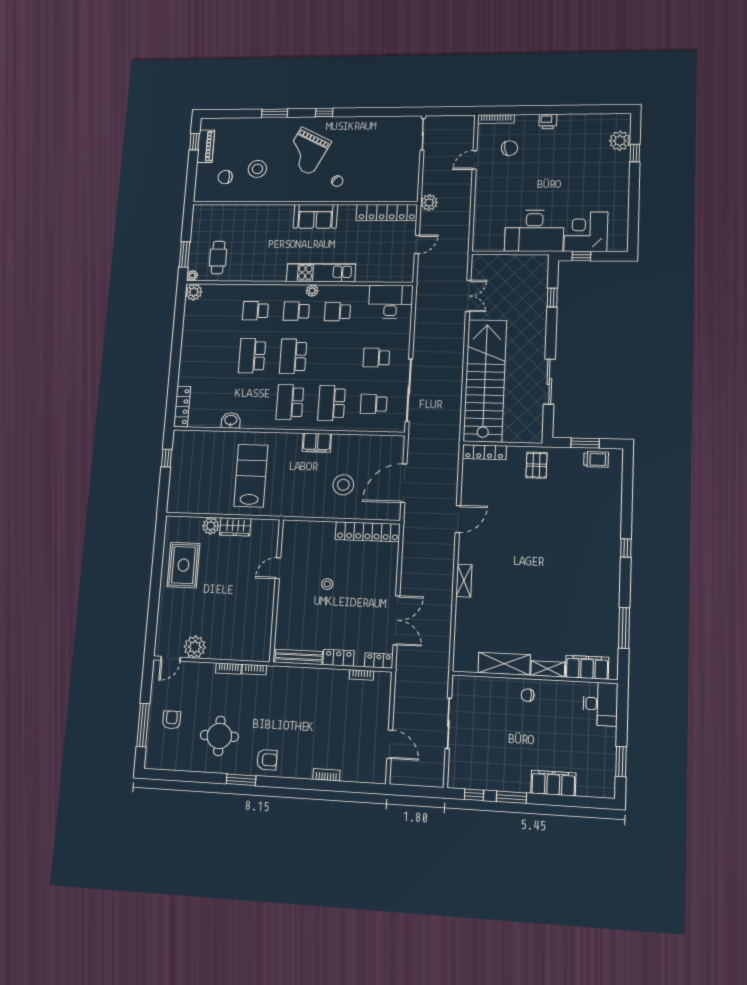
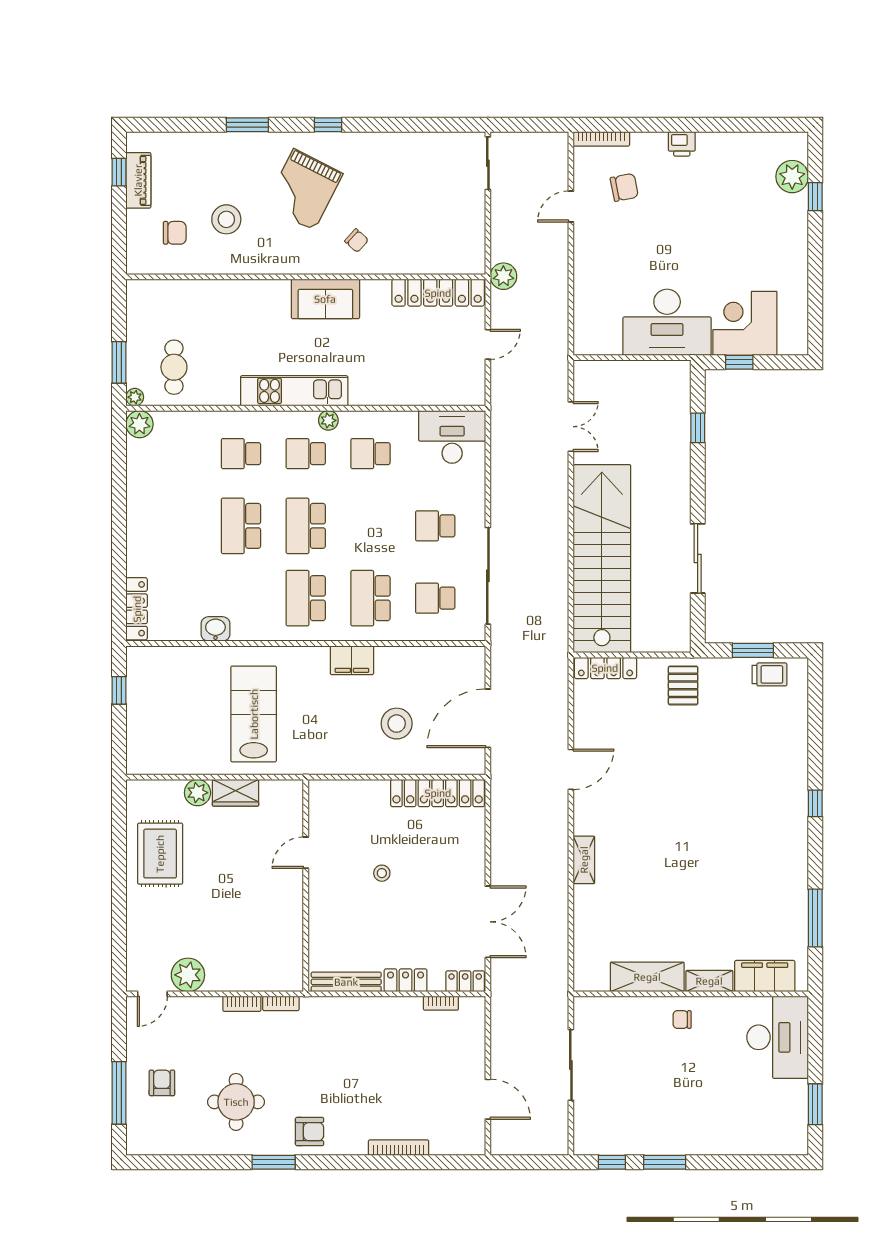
chair: (225, 177) -> (175, 233), turned 180
kitchen unit: (321, 273) -> (294, 391), moved
desk: (600, 704) -> (778, 1037), width x1.36, depth x1.30
bookcase: (326, 775) -> (399, 1148), width x1.56
filing cabinet: (553, 783) -> (722, 1139), removed

